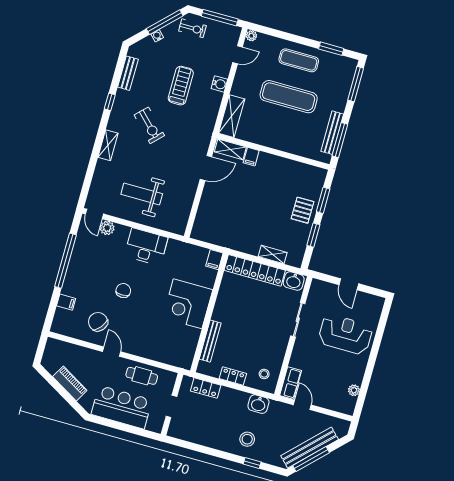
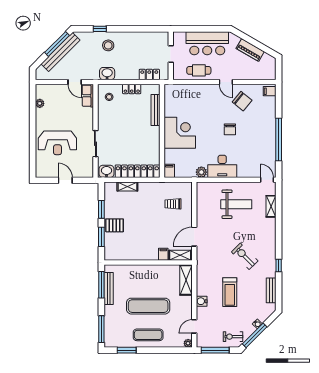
shelving: (108, 145) -> (271, 206), moved
pallet: (303, 210) -> (115, 225), turned 90
trolley: (221, 217) -> (173, 204), added
plant: (107, 228) -> (201, 172), moved
filing cabinet: (66, 302) -> (270, 91), moved

